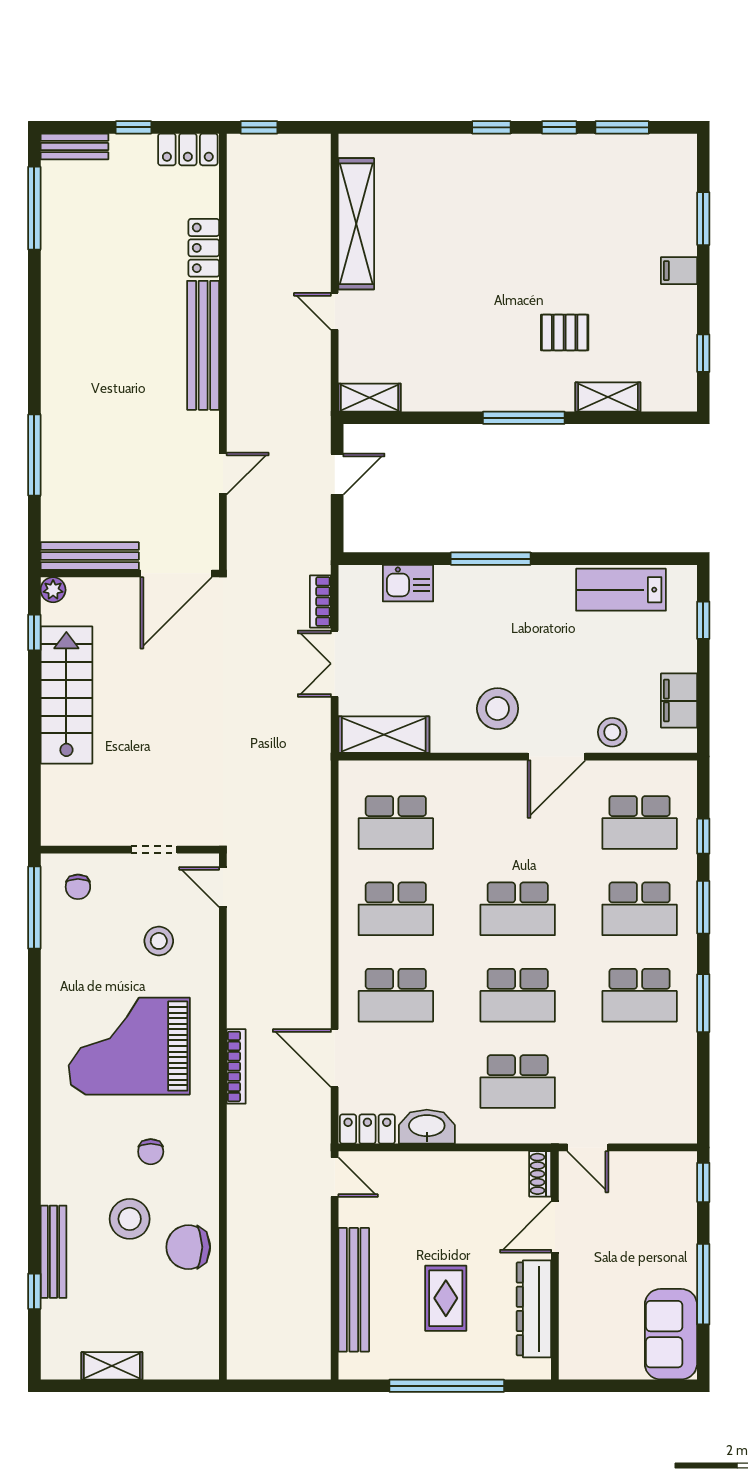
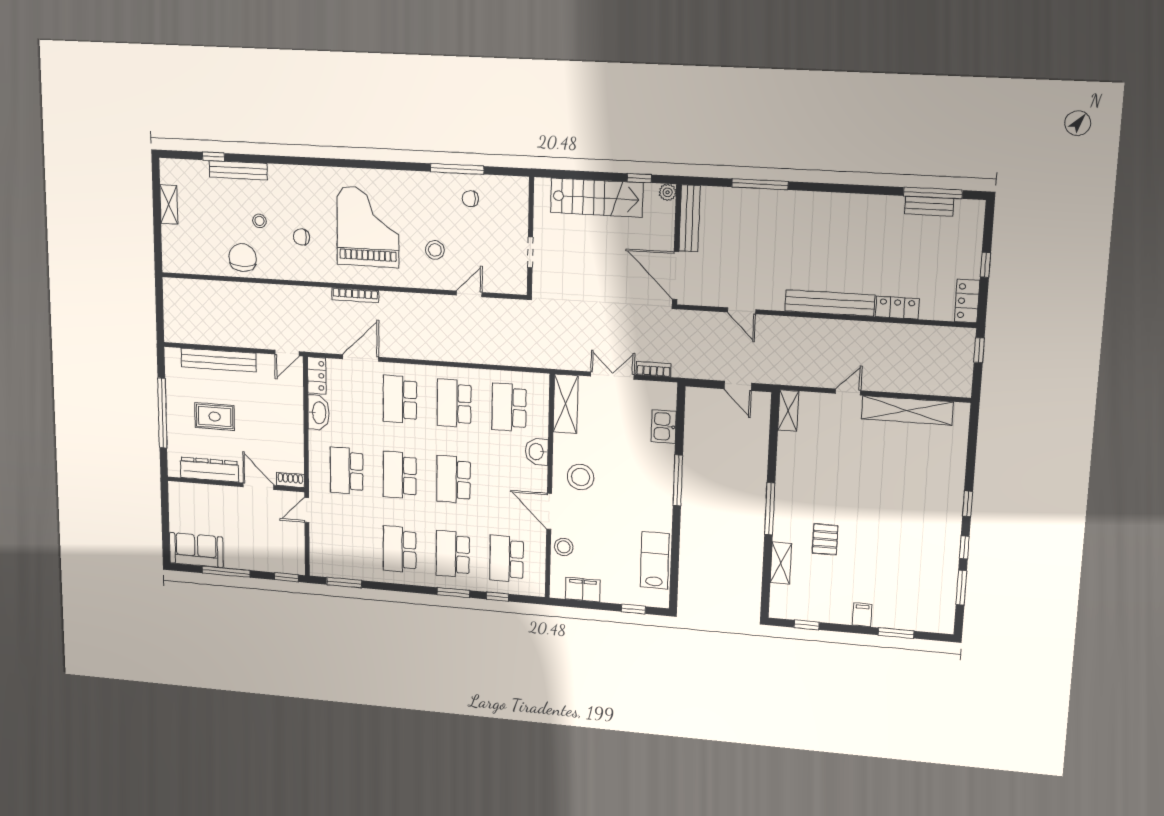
bench: (74, 147) -> (929, 206), moved, turned 90
washbasin: (463, 778) -> (537, 452), added
wall: (130, 850) -> (530, 236), moved
doorway: (154, 850) -> (530, 252), moved
window: (703, 1003) -> (344, 583), moved
stool: (130, 1219) -> (259, 221), width x0.53, depth x0.53

